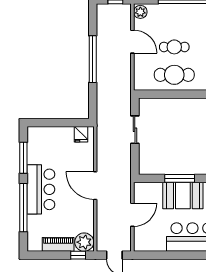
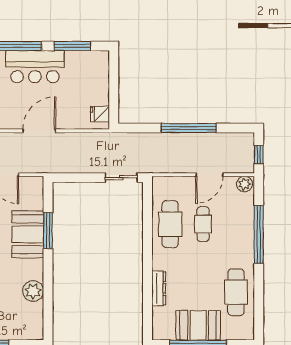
sliding door: (135, 130) -> (121, 178), moved

